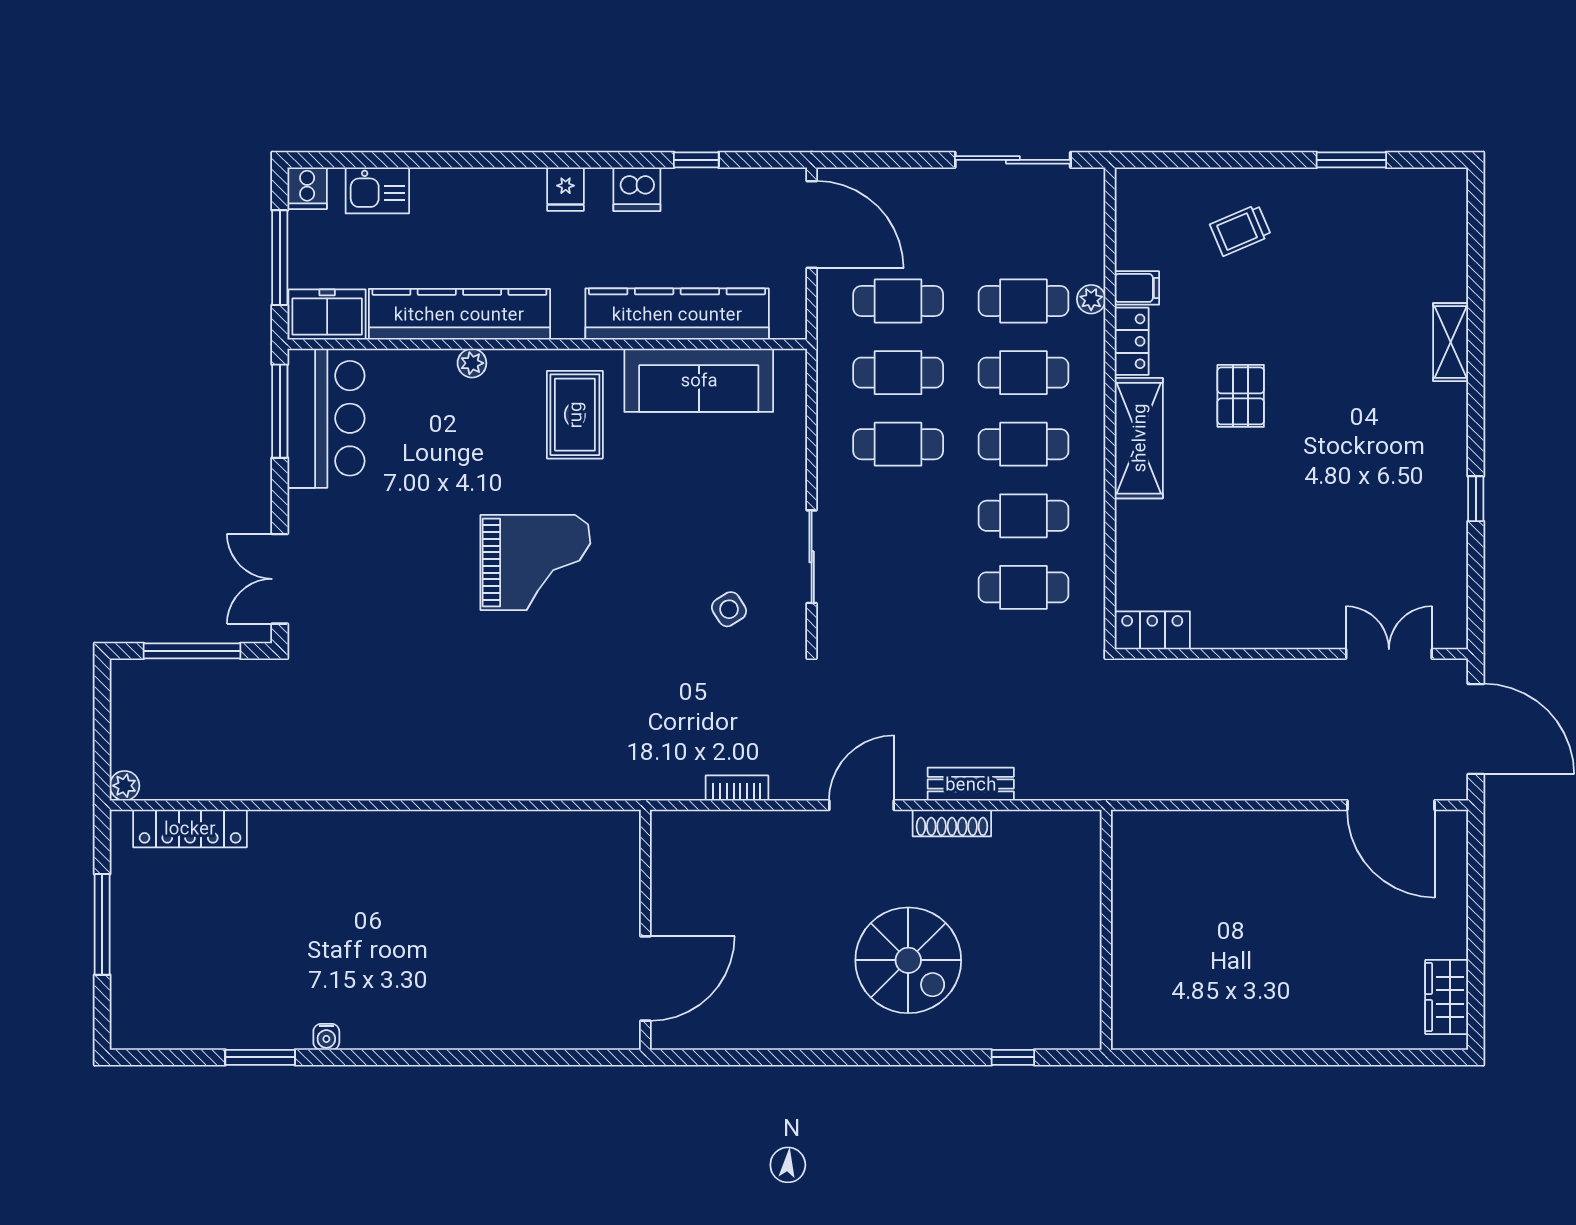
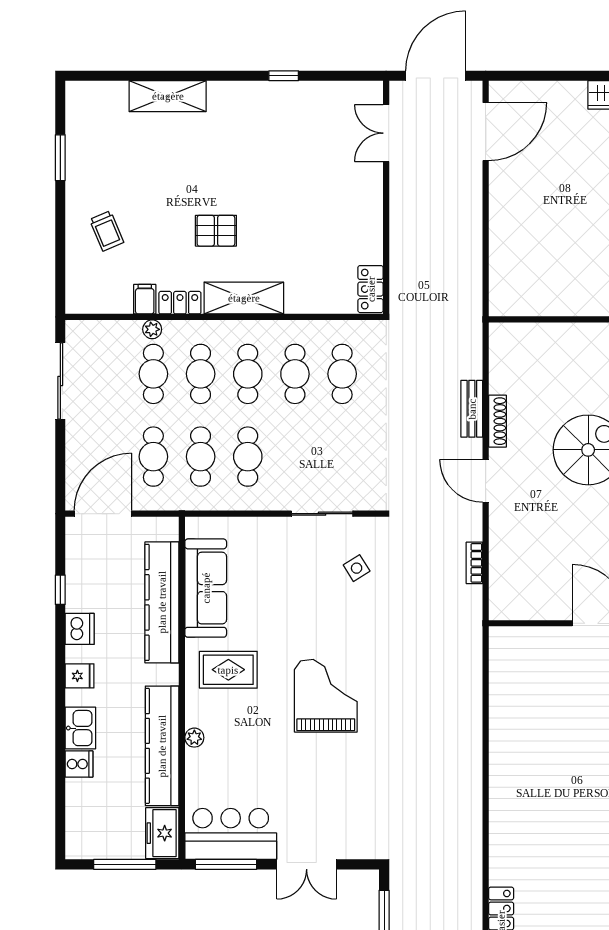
cooker: (307, 188) -> (79, 764), moved
kitchen sink: (377, 190) -> (80, 728), moved
shelving: (1451, 342) -> (168, 96), width x1.50, depth x1.33
double door: (280, 579) -> (307, 864), moved

